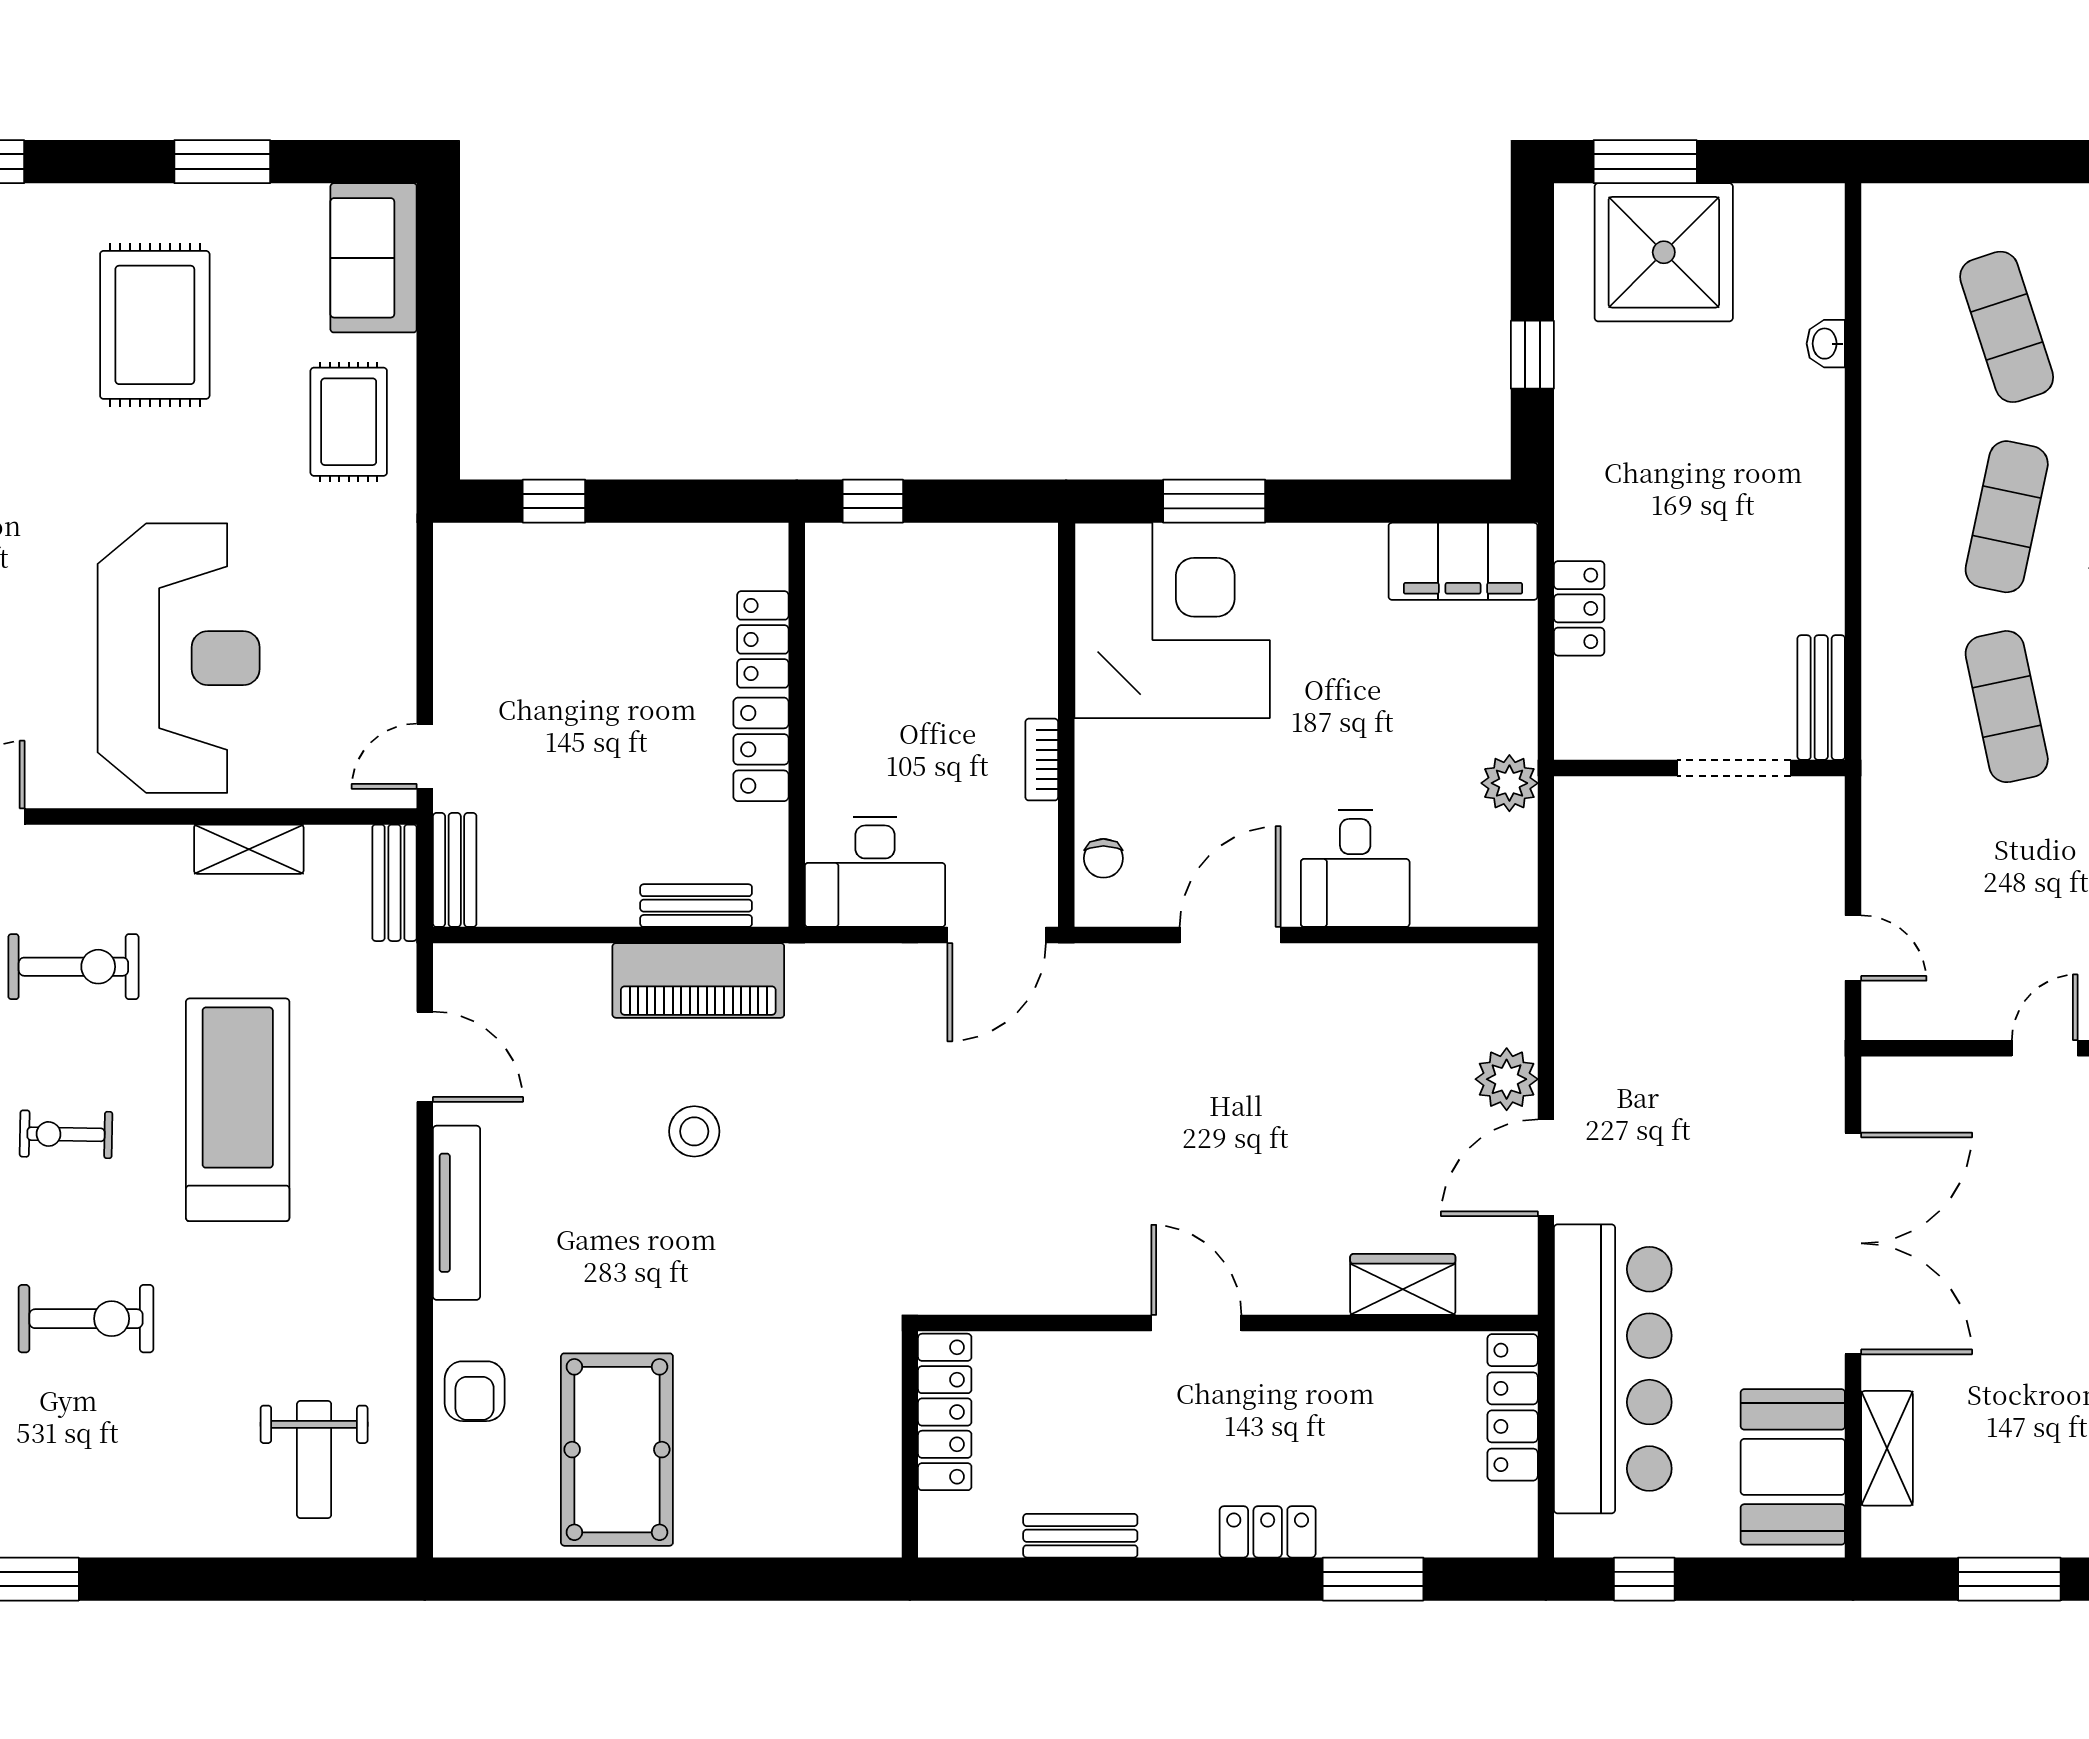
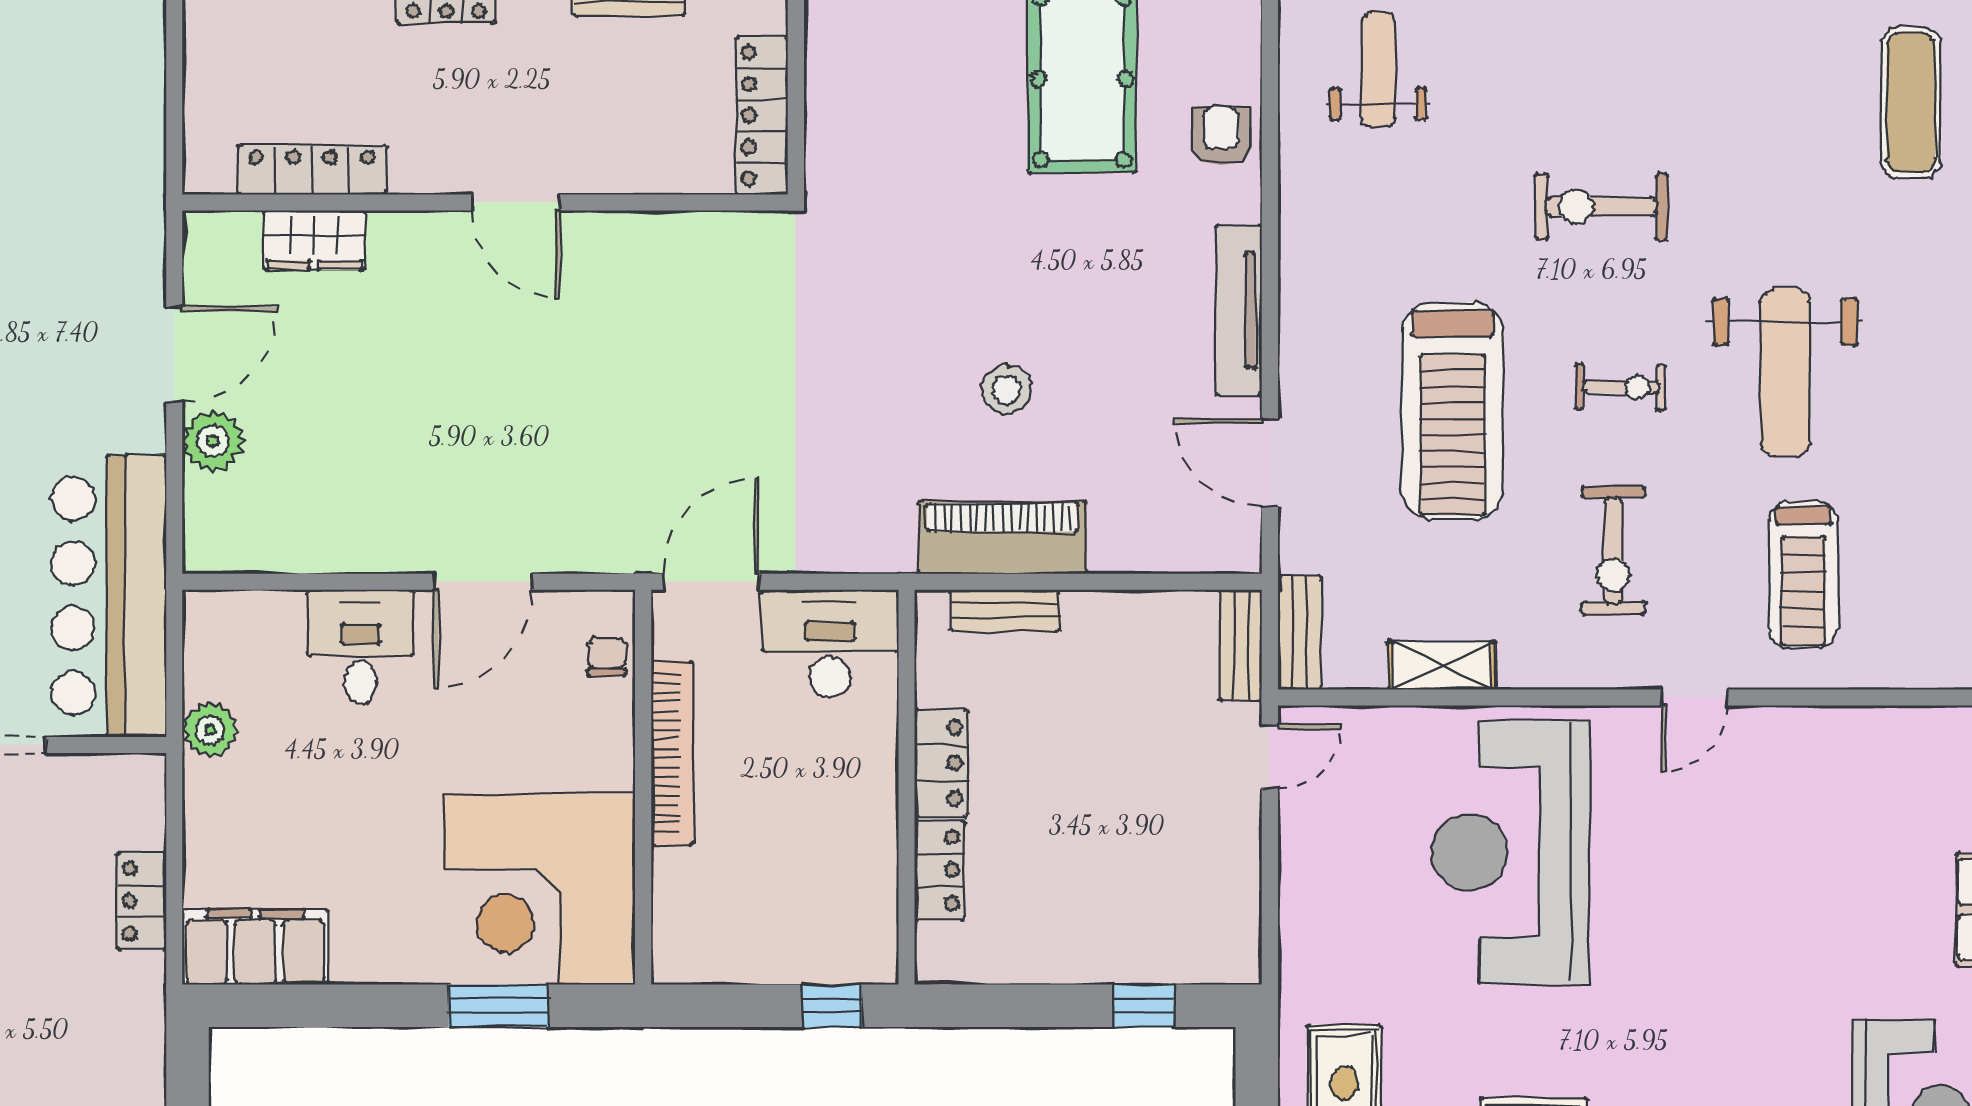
bookcase: (1042, 760) -> (672, 753), width x2.31, depth x1.31
exercise bike: (73, 967) -> (1613, 551), turned -90
bar counter: (1613, 1369) -> (109, 596), moved
locker: (1513, 1407) -> (312, 170), moved, turned -90

